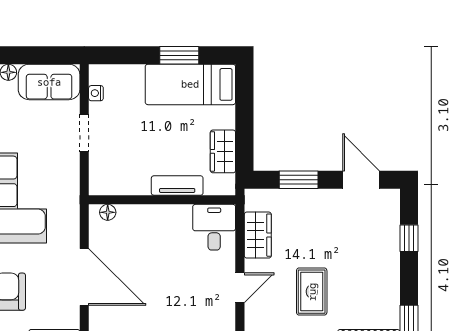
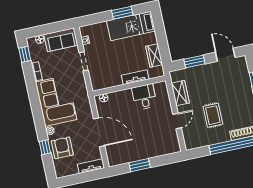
desk: (214, 227) -> (144, 97), moved

